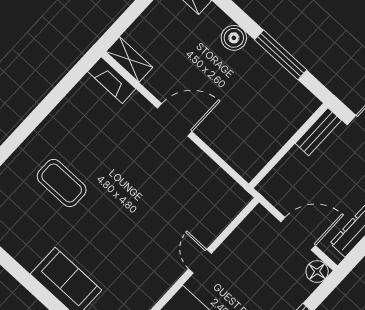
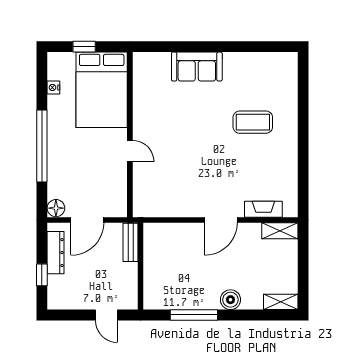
fireplace: (112, 80) -> (263, 209), moved
bench: (318, 132) -> (131, 242), moved

